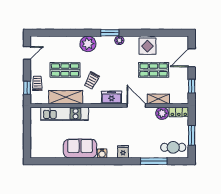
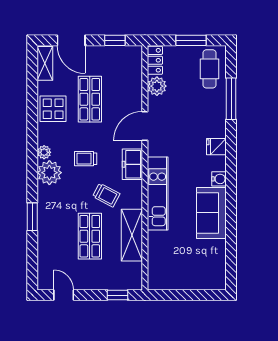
window: (110, 33) -> (32, 217), moved
plant: (88, 44) -> (49, 173), moved
trolley: (37, 83) -> (86, 159), moved
shelving: (158, 99) -> (45, 63), moved
kitchen unit: (65, 114) -> (158, 193), moved

